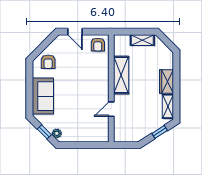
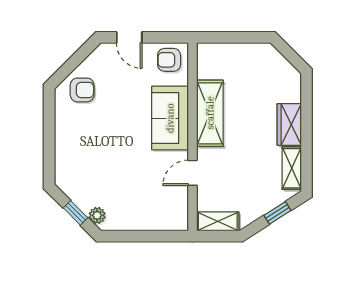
shelving: (142, 40) -> (218, 221), moved
armchair: (98, 45) -> (169, 60), turned 90
armchair: (48, 62) -> (82, 90), turned -90
sofa: (43, 96) -> (170, 118), moved, turned 180

